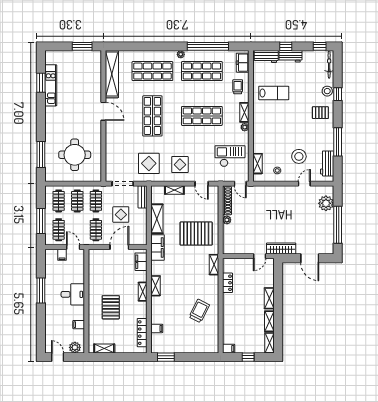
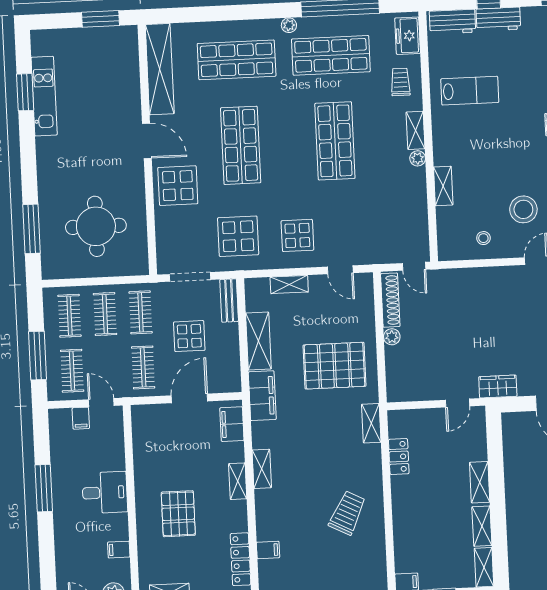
shop shelf: (202, 116) -> (335, 141), turned 90
display table: (119, 135) -> (178, 186), added
checkout: (230, 156) -> (392, 215), removed
shelving: (257, 164) -> (443, 186), moved
wardrobe: (281, 249) -> (498, 387), width x0.67

